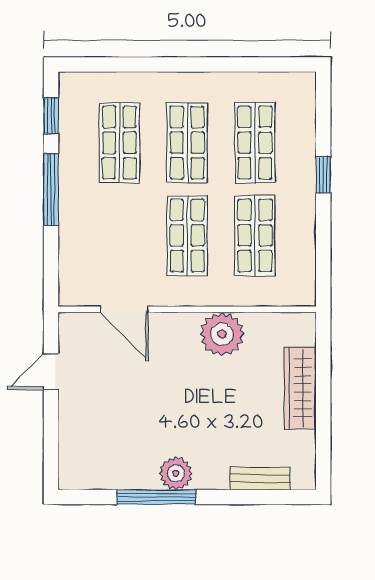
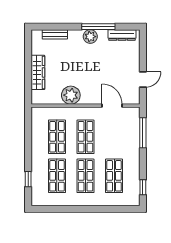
window: (323, 175) -> (28, 179), moved
window: (51, 189) -> (143, 133), moved
dresser: (100, 477) -> (122, 35), added

